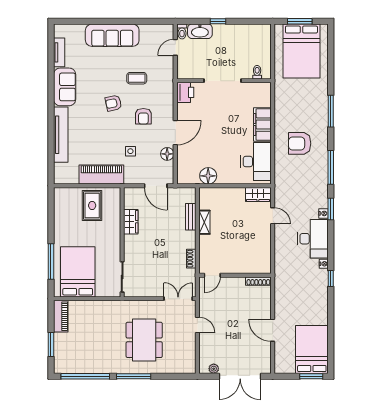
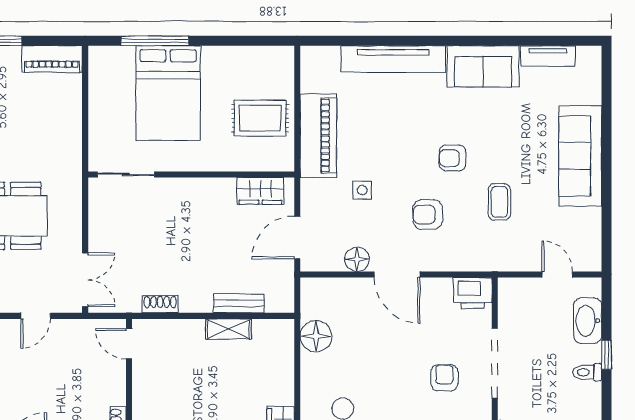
toilet: (182, 31) -> (587, 372), moved
armchair: (113, 103) -> (453, 158), turned -78
armchair: (230, 107) -> (444, 378), added
wardrobe: (131, 222) -> (260, 191), moved
bed: (78, 272) -> (168, 93), moved, turned 90

